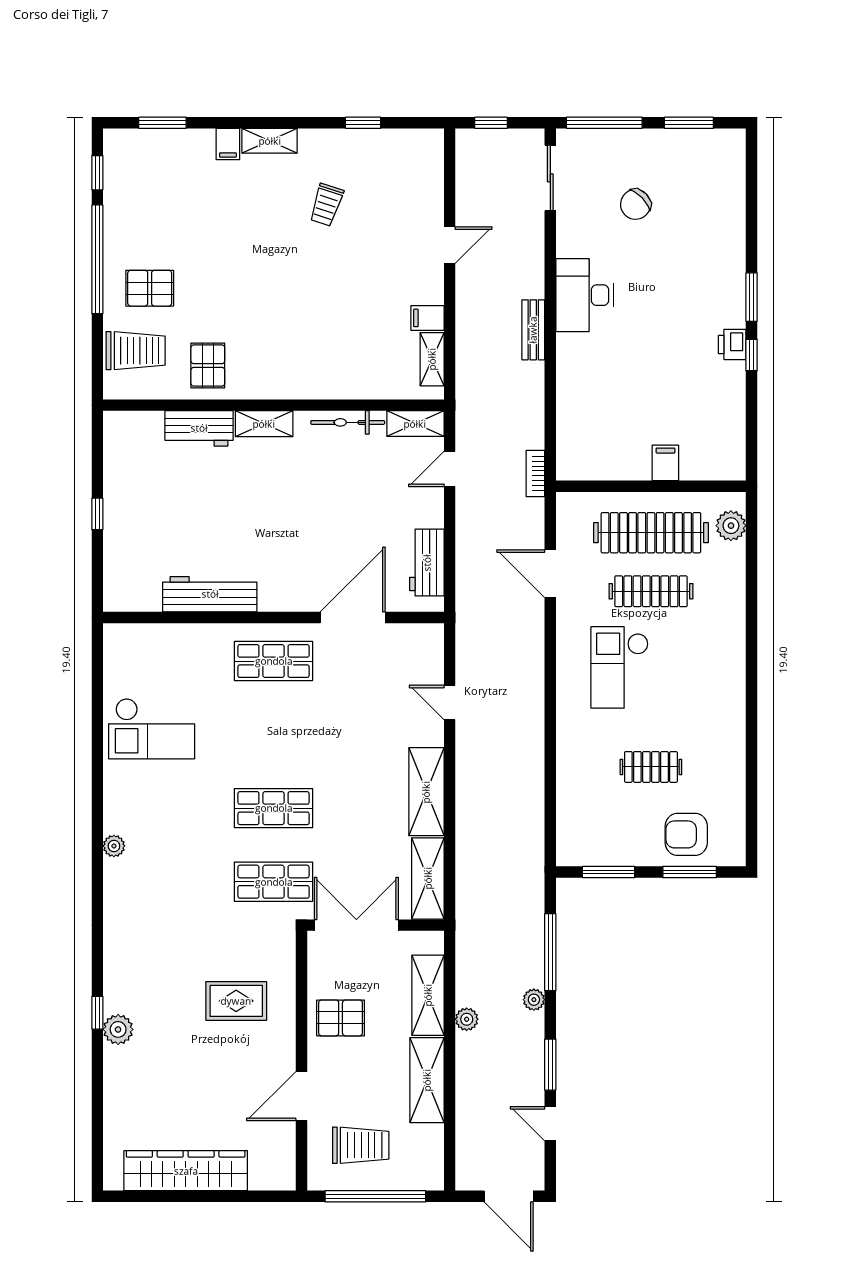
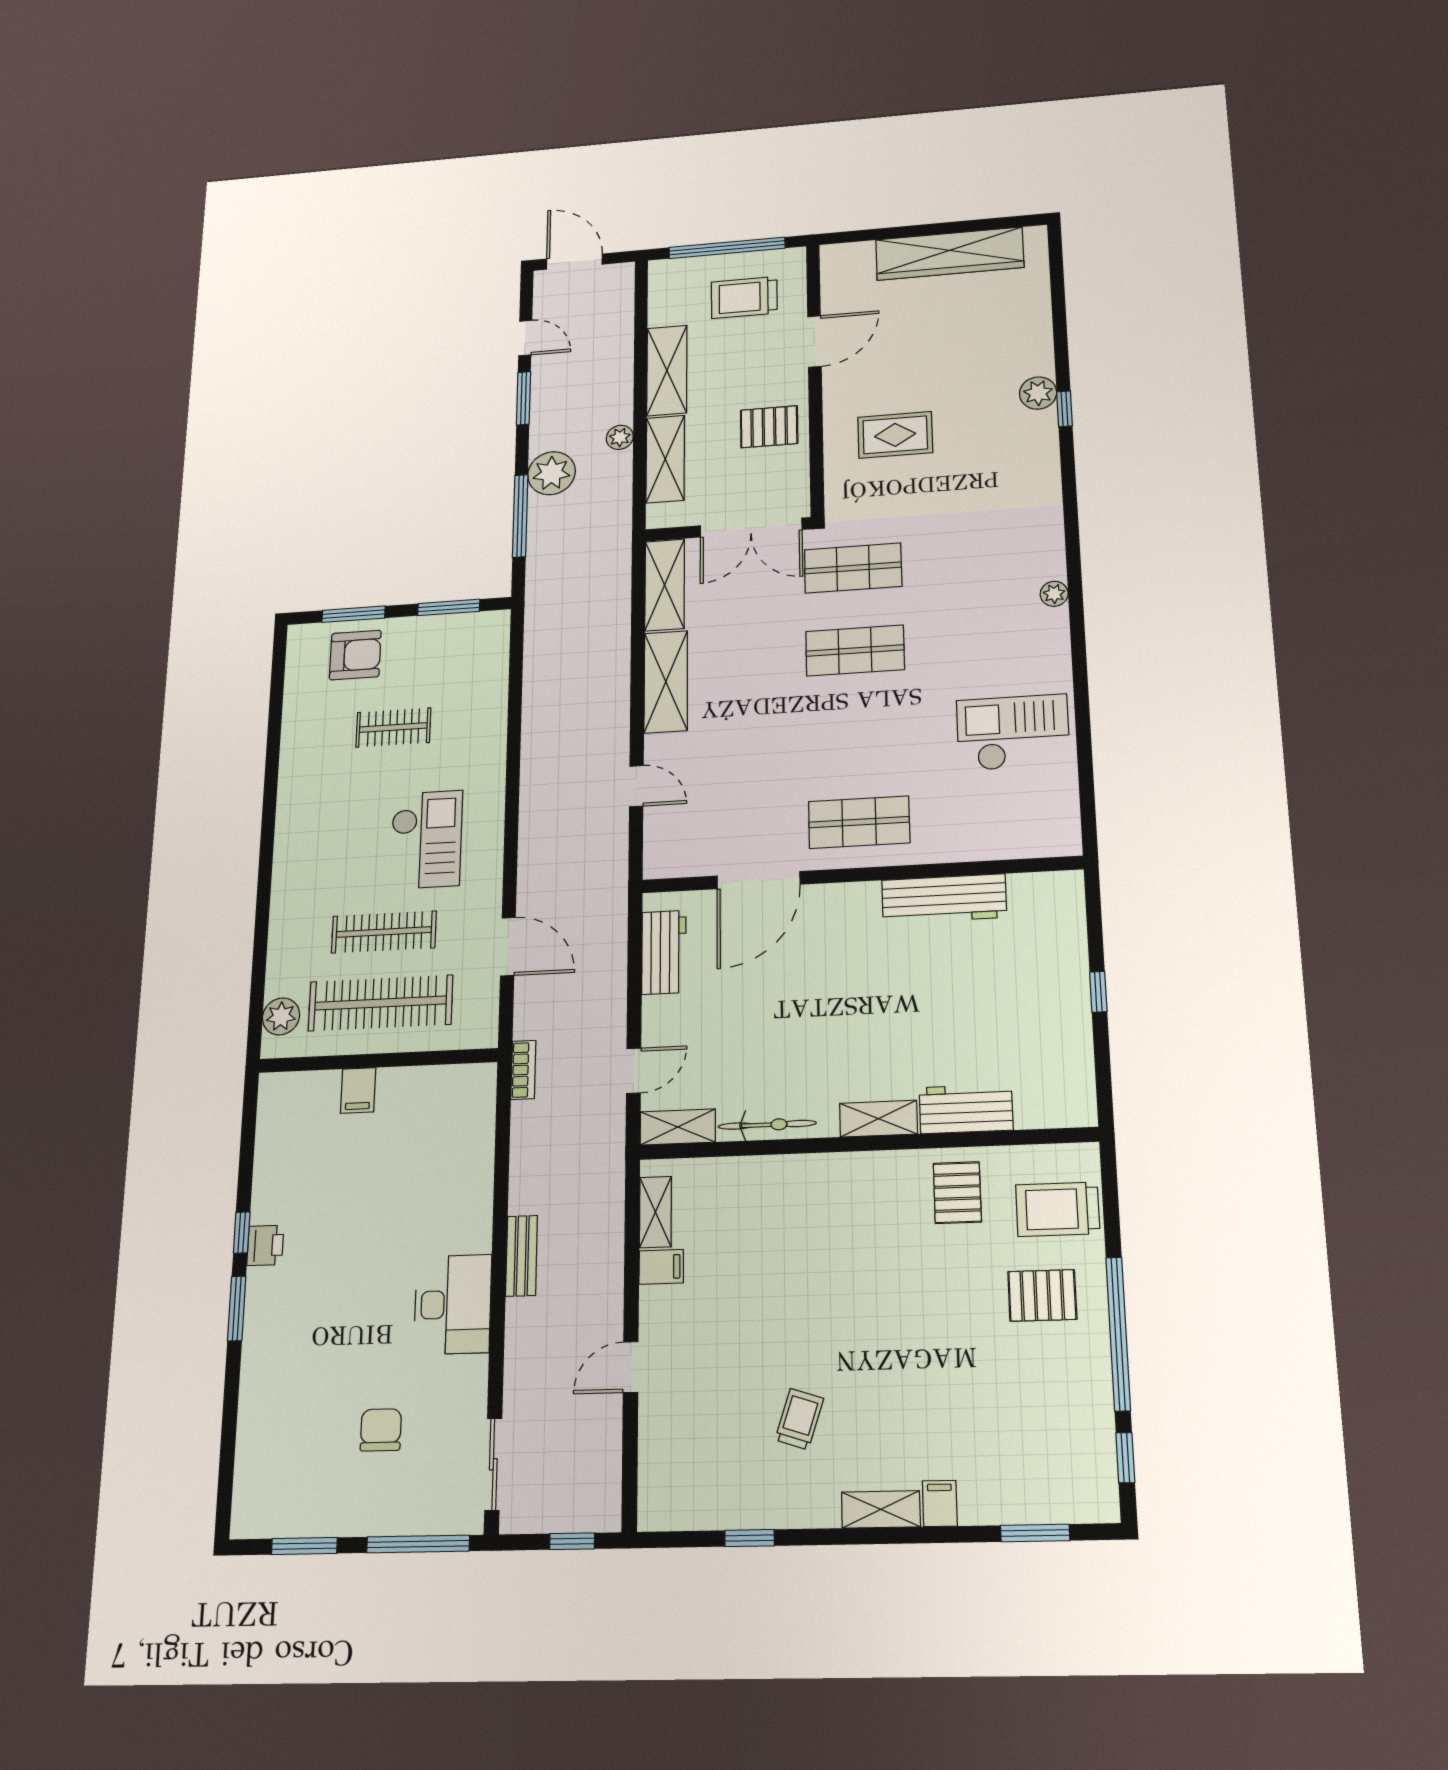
chair: (636, 204) -> (381, 1430), turned -46
plant: (534, 1000) -> (552, 473), width x1.87, depth x1.87

